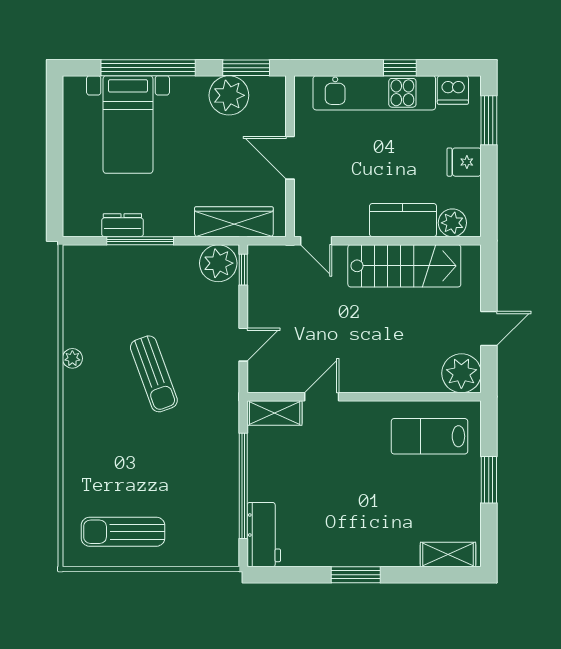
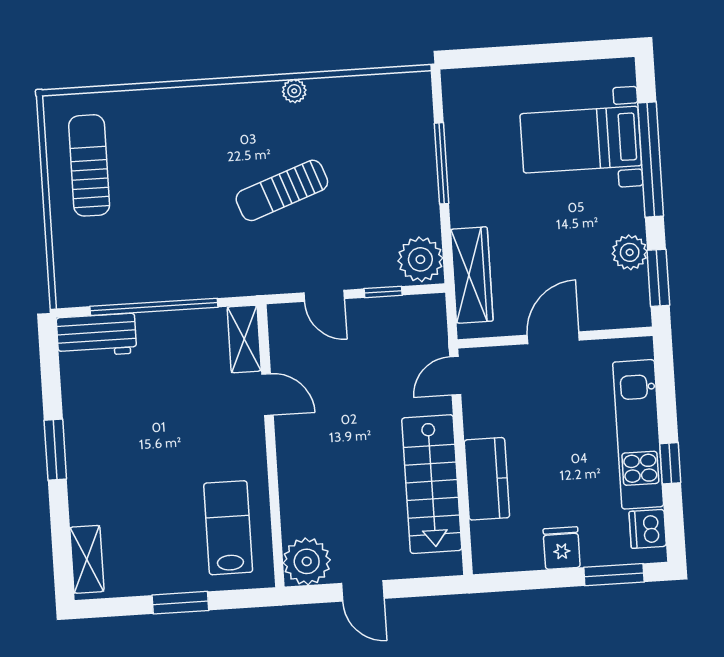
plant: (229, 95) -> (630, 252), width x0.73, depth x0.73
plant: (452, 223) -> (487, 539), removed
dresser: (122, 225) -> (459, 141), removed
window: (243, 270) -> (383, 292), moved

